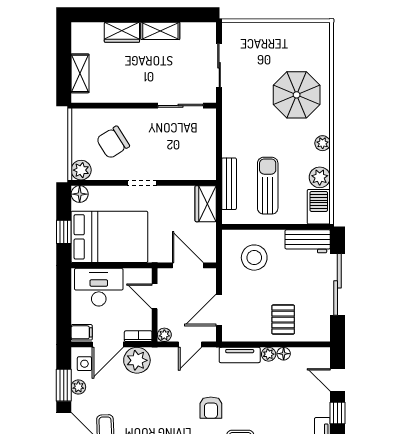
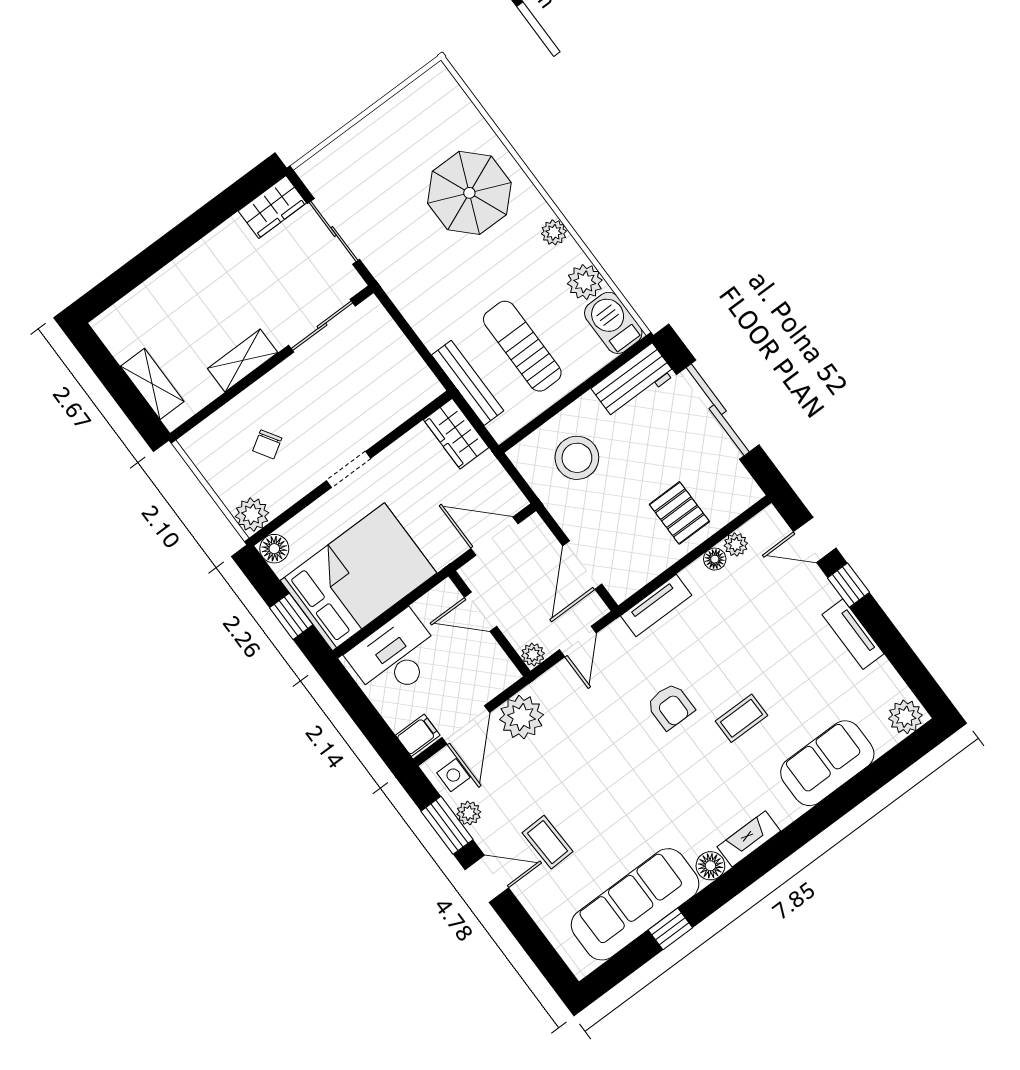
shelving: (160, 31) -> (243, 361), moved
wardrobe: (122, 32) -> (272, 207), moved
chair: (113, 142) -> (267, 444), width x0.54, depth x0.54
bookcase: (138, 336) -> (499, 683), removed
plant: (269, 354) -> (736, 545), moved

